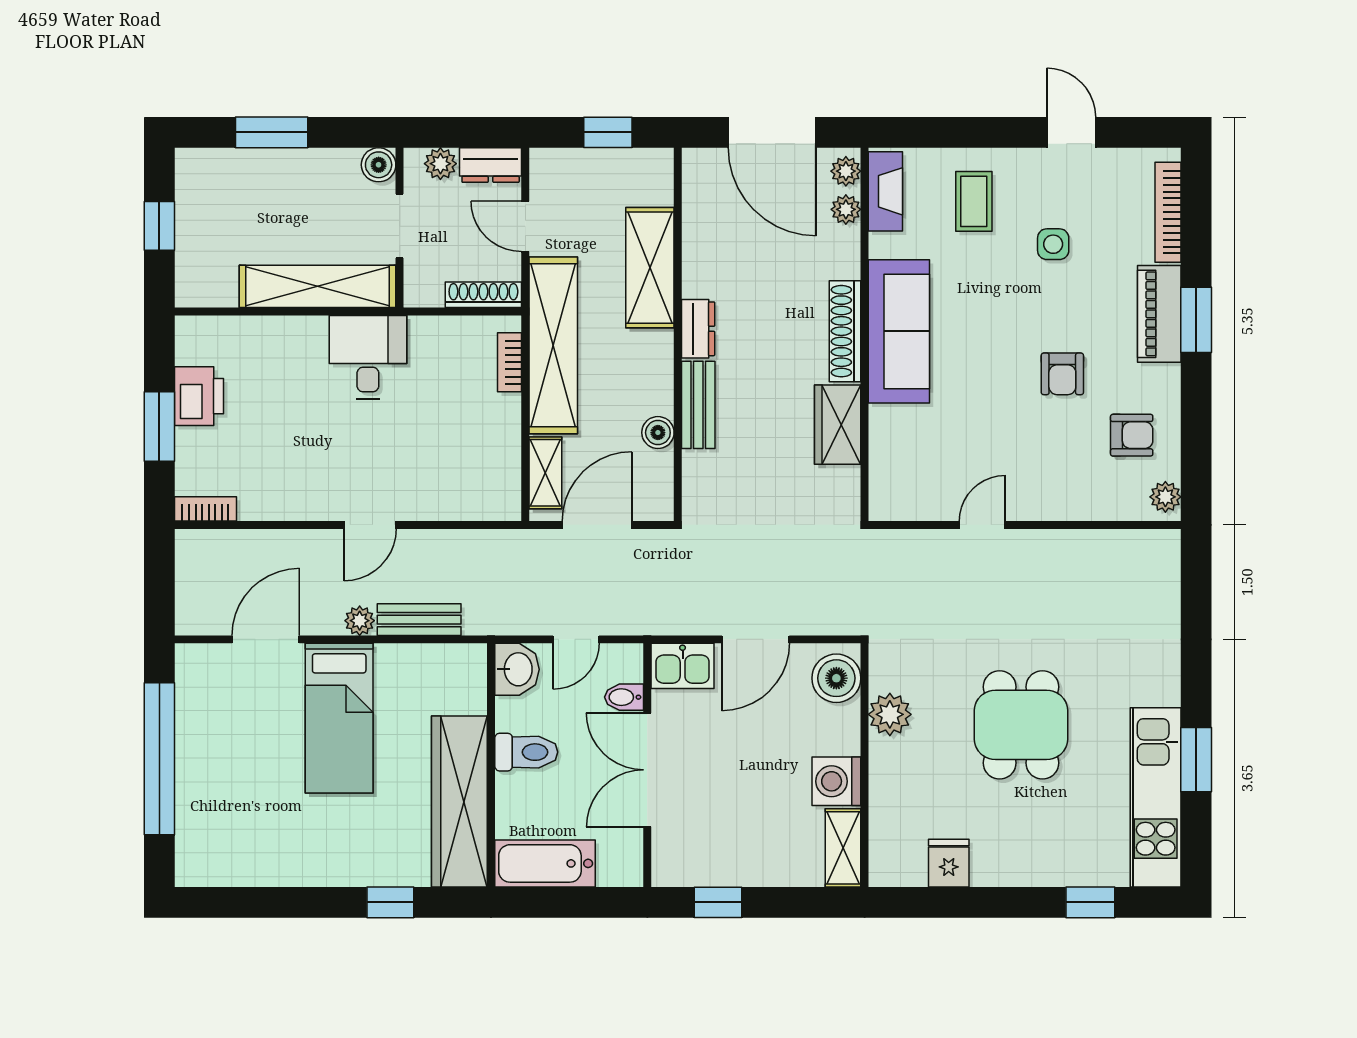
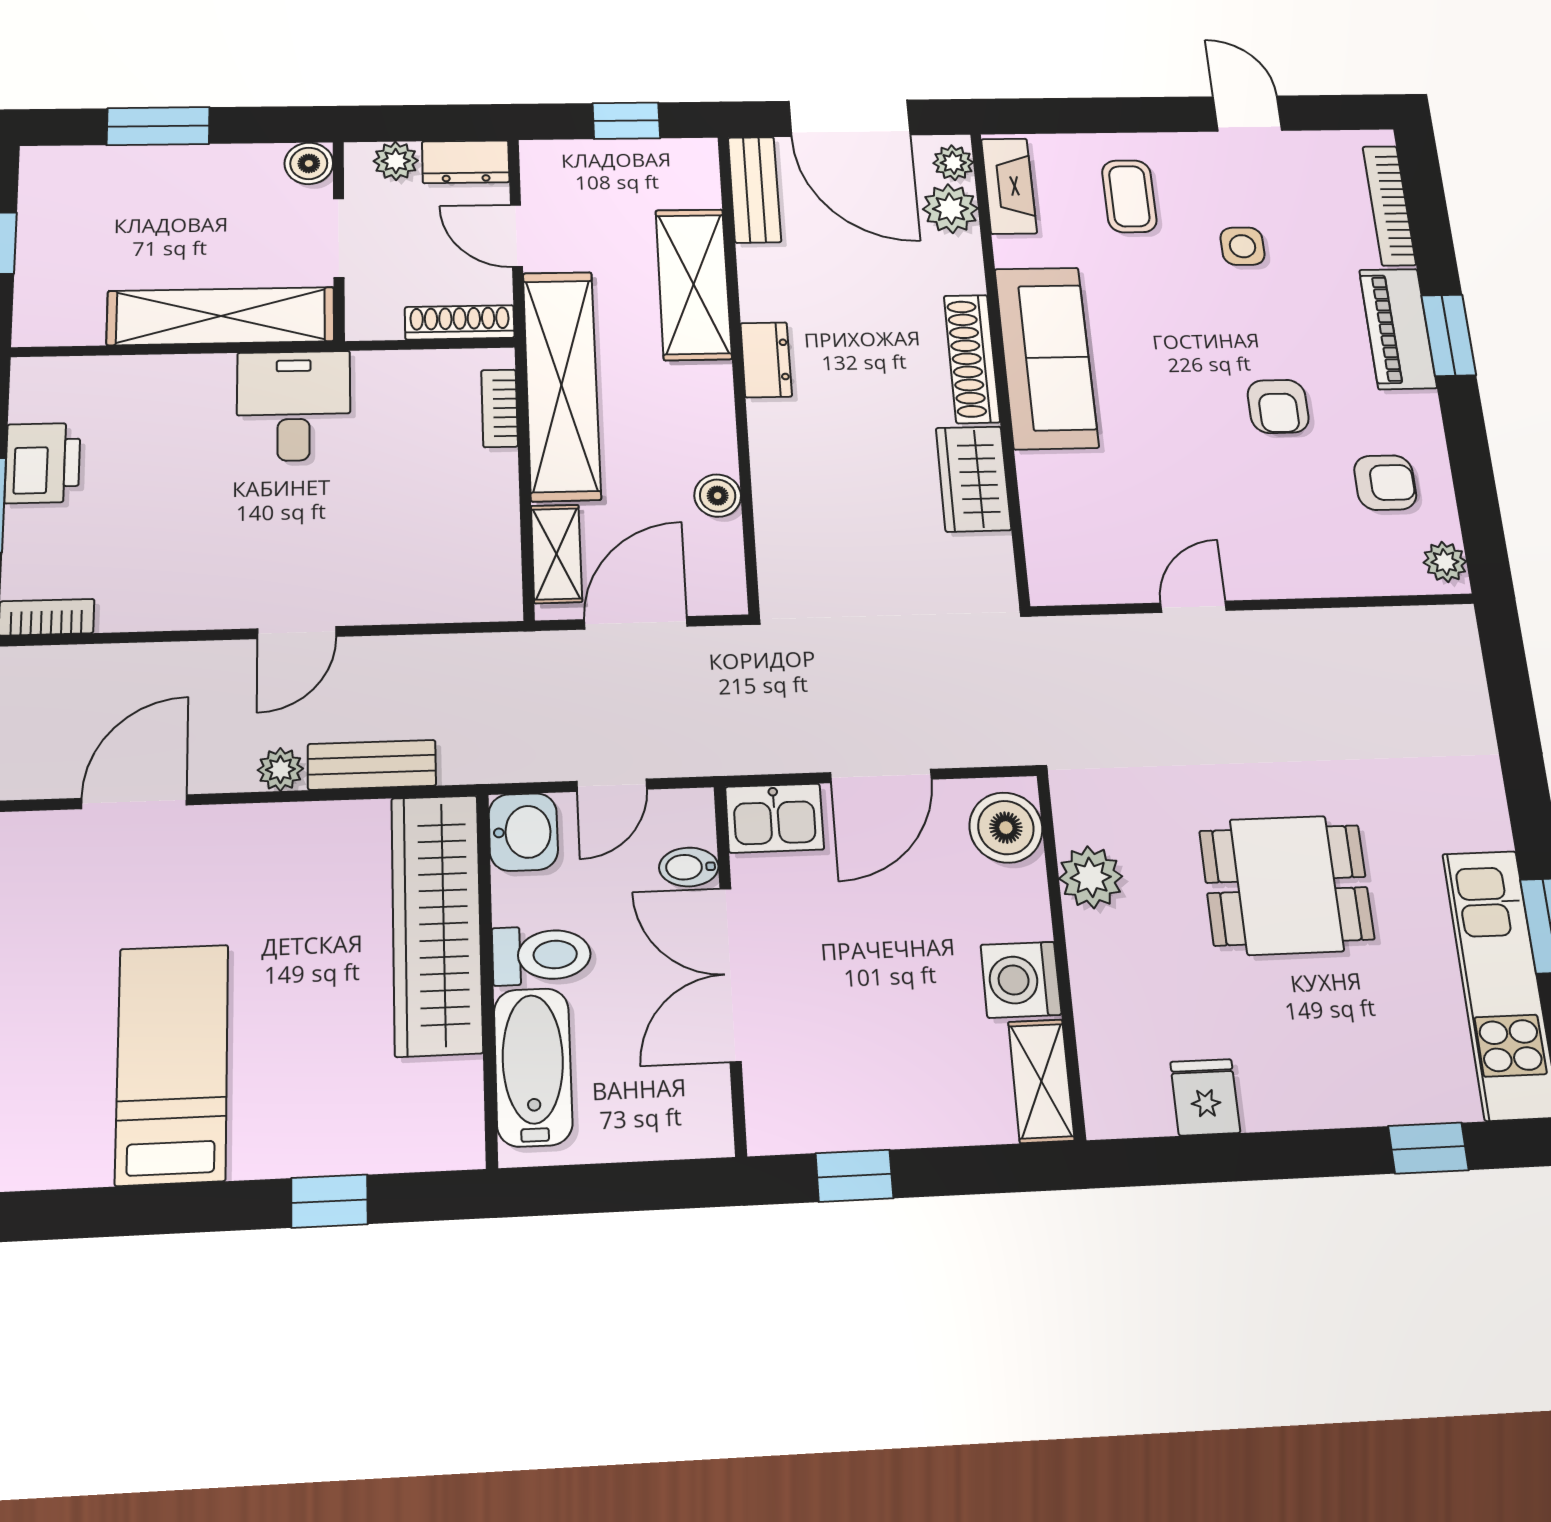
plant: (846, 209) -> (950, 209), width x1.38, depth x1.38
bench: (698, 405) -> (754, 190), moved
bed: (339, 718) -> (172, 1064), moved, turned 180
dining table: (1021, 725) -> (1287, 885), turned 90
wardrobe: (459, 801) -> (437, 924), moved
bathtub: (545, 863) -> (533, 1067), moved, turned 90

